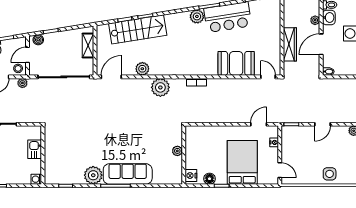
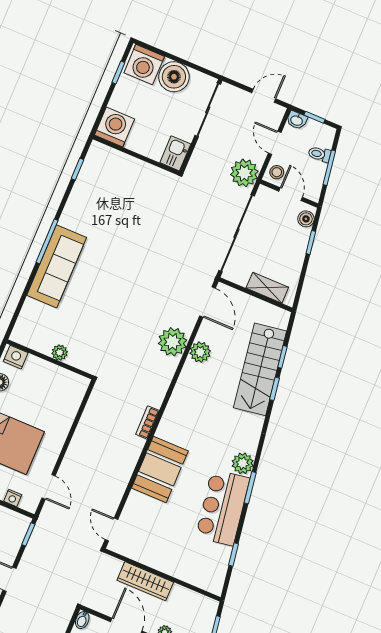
booth: (236, 63) -> (160, 469), moved
door: (268, 77) -> (111, 529), swing flipped
plant: (22, 83) -> (244, 173), width x1.87, depth x1.87
plant: (160, 87) -> (173, 342), moved
kitchen sink: (35, 149) -> (175, 153), moved, turned -90
plant: (93, 175) -> (76, 216), removed
washing machine: (36, 179) -> (114, 127), width x1.89, depth x1.89

